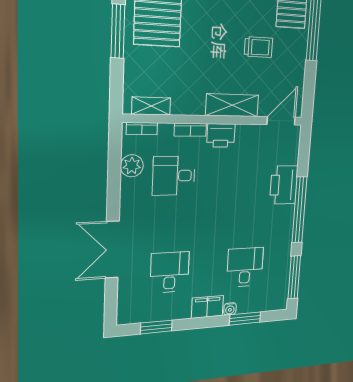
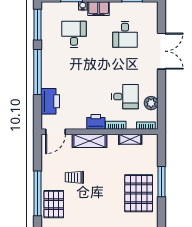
shelving: (151, 106) -> (130, 139), moved
printer: (284, 185) -> (50, 101), moved
desk: (245, 267) -> (74, 34), turned 180

